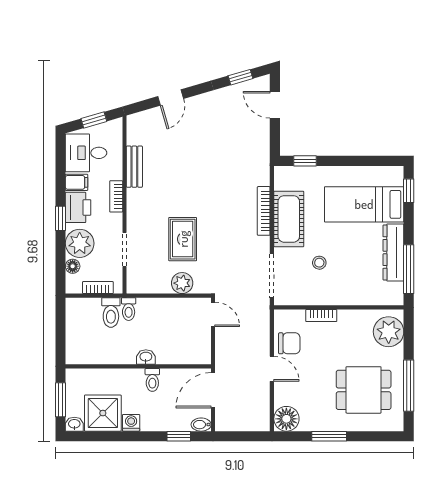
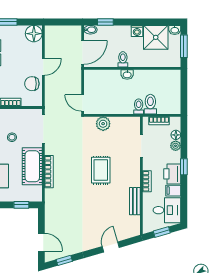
rug: (183, 239) -> (101, 170), moved
plant: (80, 243) -> (176, 146), width x0.53, depth x0.53
door: (272, 369) -> (43, 67), swing flipped

